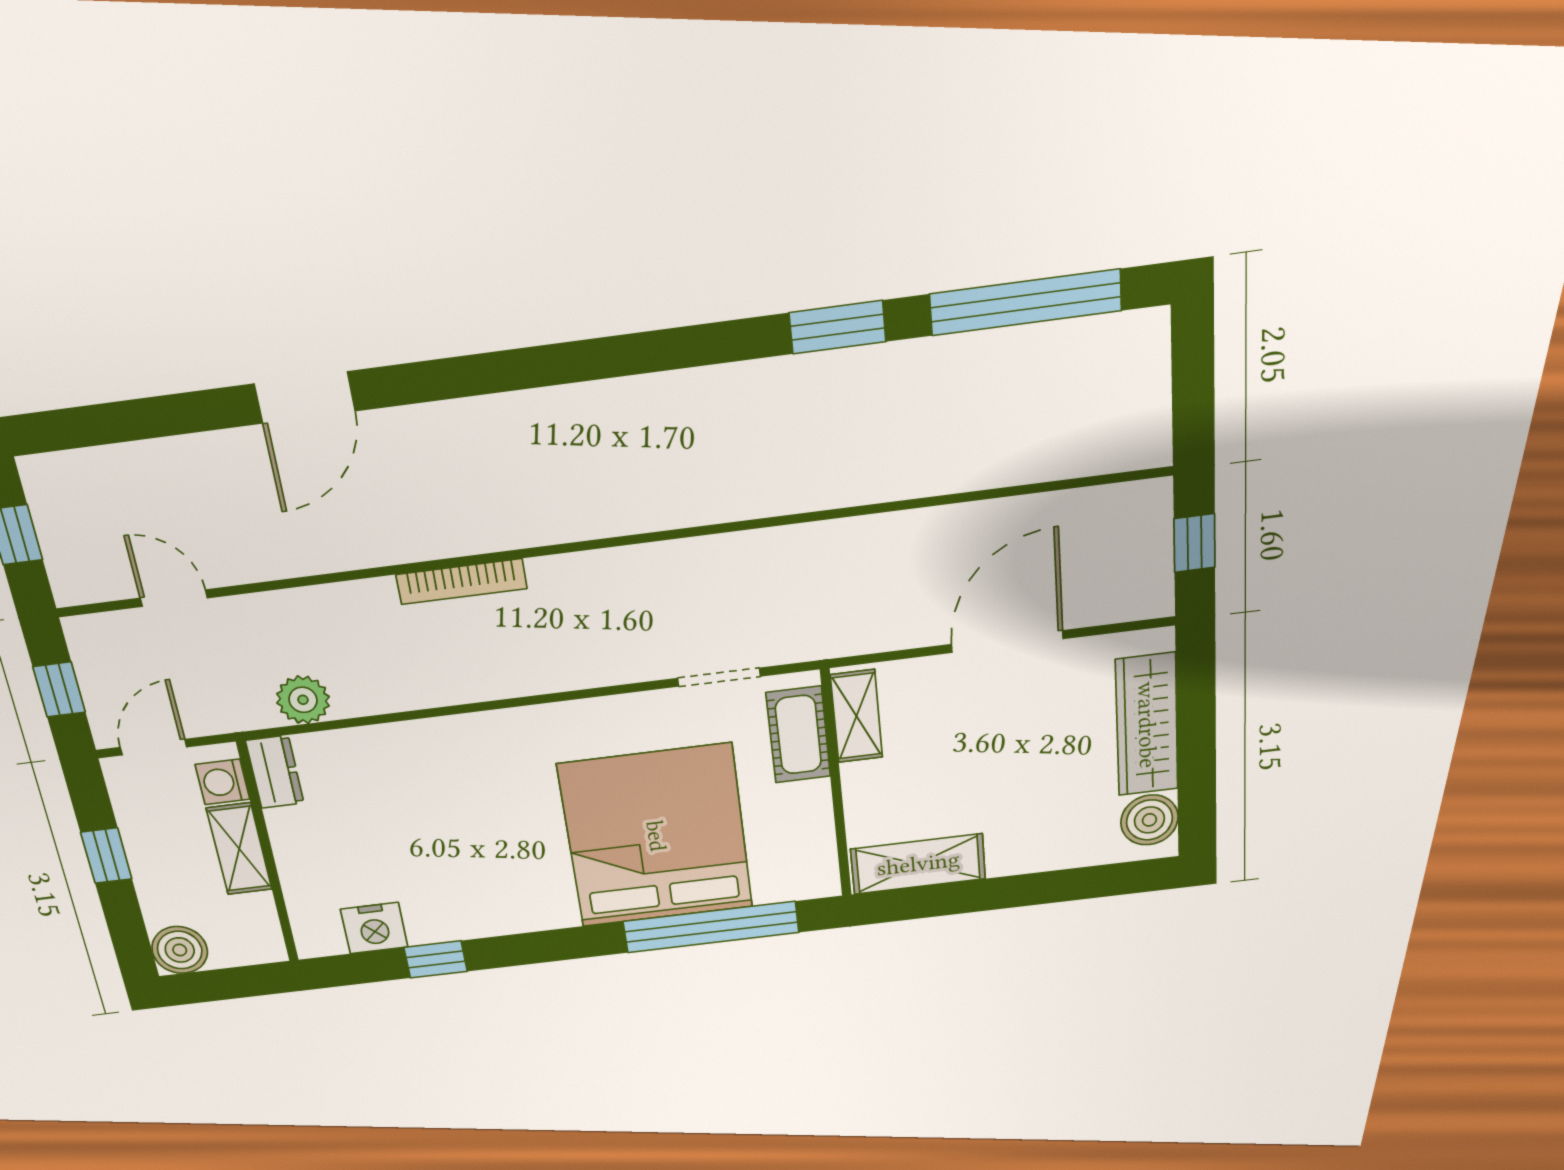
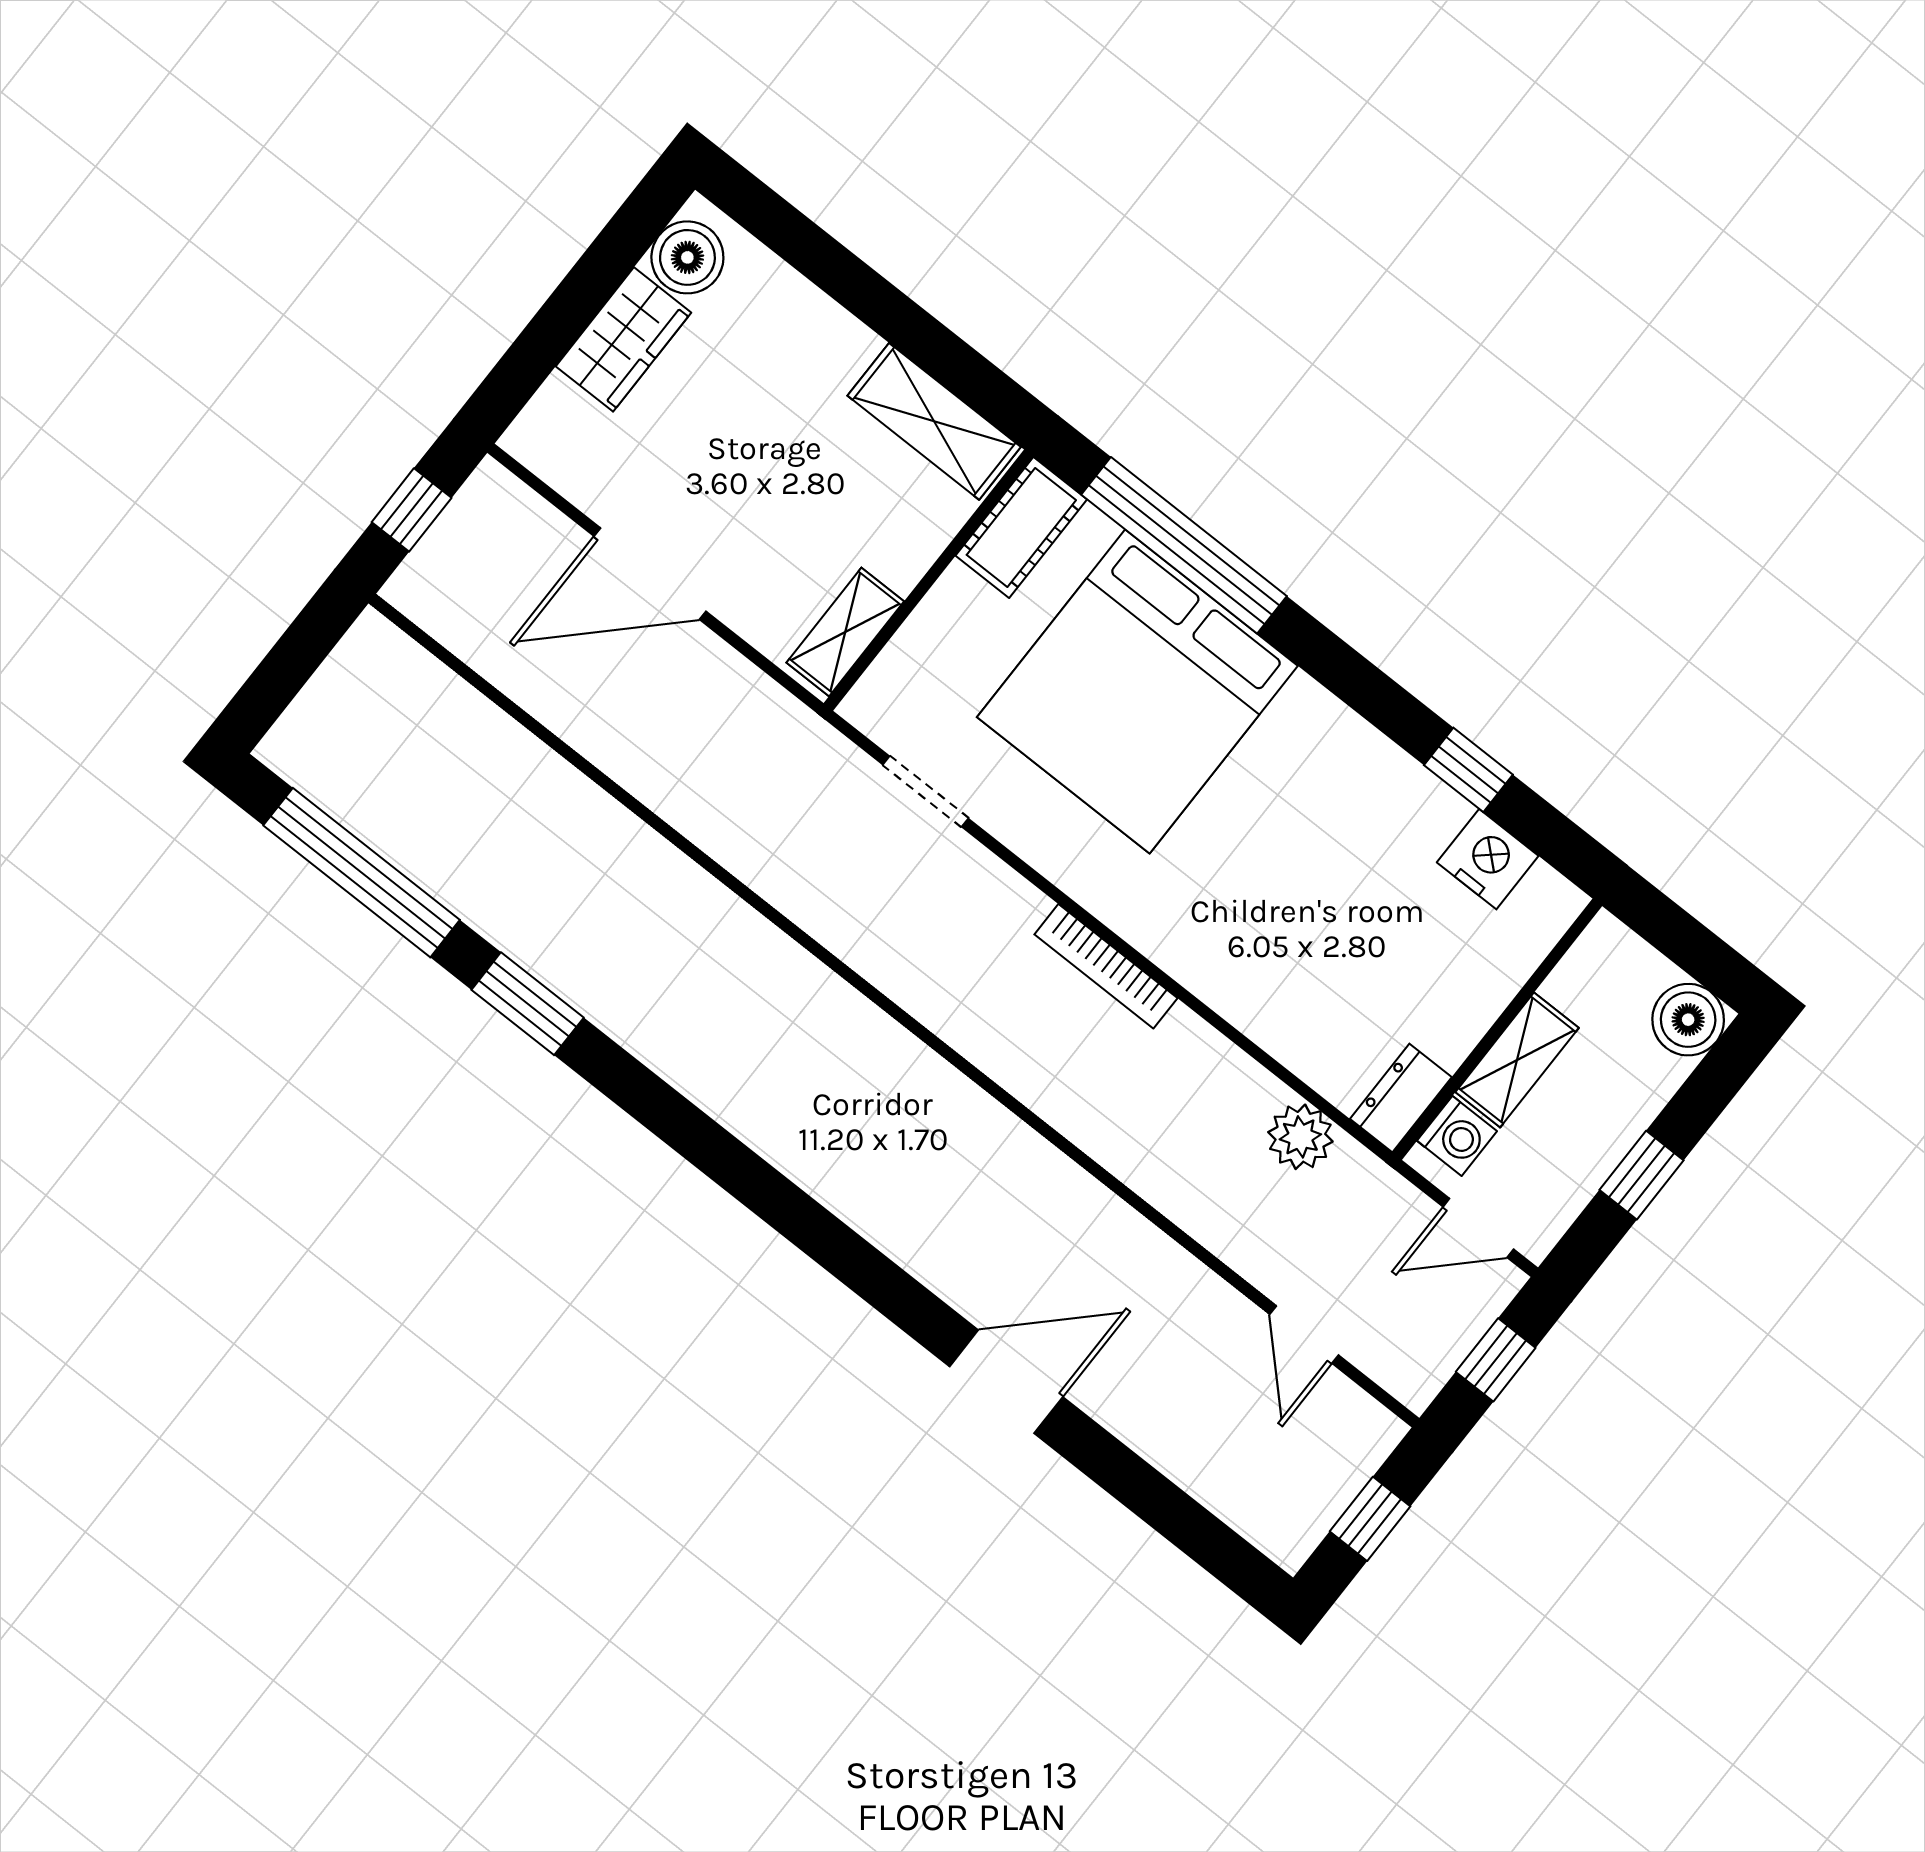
bookcase: (462, 582) -> (1106, 966), moved, turned 180
wardrobe: (1147, 725) -> (623, 339), width x0.67
cot: (798, 735) -> (1021, 527), moved

